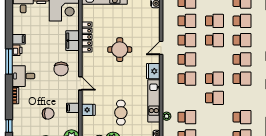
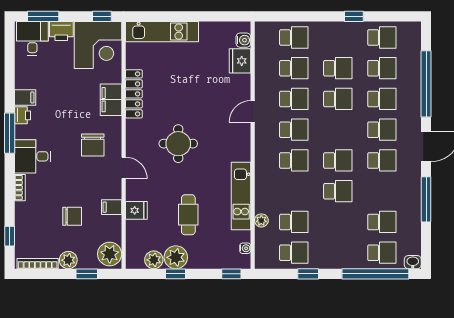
round table: (120, 50) -> (178, 144), moved
fridge: (153, 71) -> (240, 61), moved

